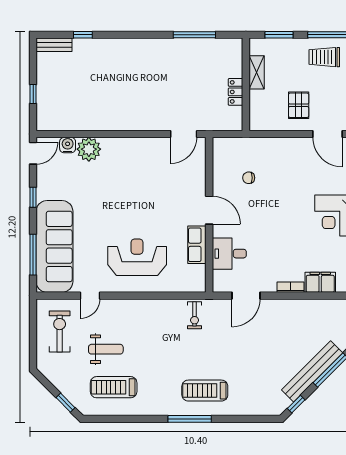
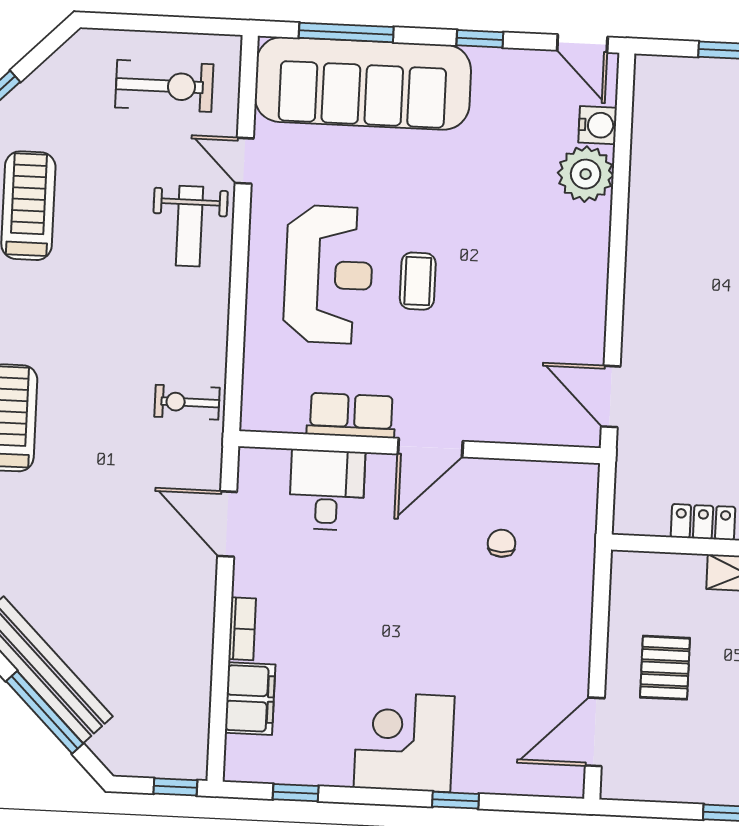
pallet: (299, 105) -> (665, 668), turned 90
coffee table: (138, 219) -> (418, 281), added
weight bench: (106, 349) -> (190, 226), moved

